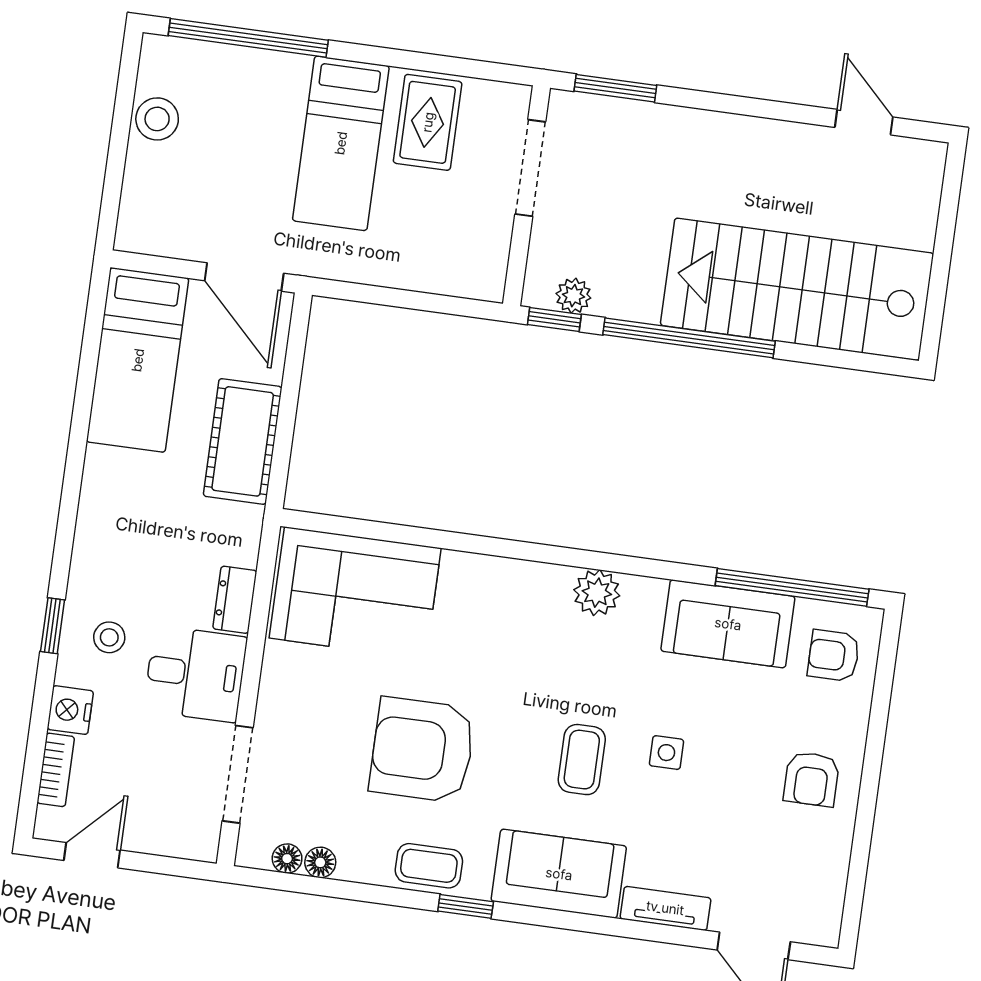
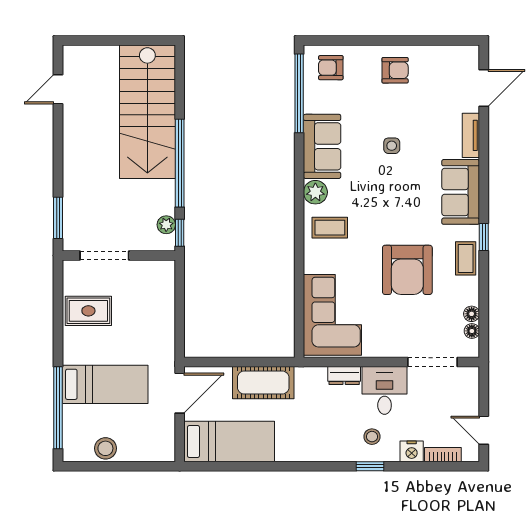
bed: (341, 143) -> (105, 384), moved
sofa: (728, 624) -> (322, 146), moved
armchair: (834, 656) -> (331, 68), turned 90
coffee table: (582, 760) -> (330, 228), moved

